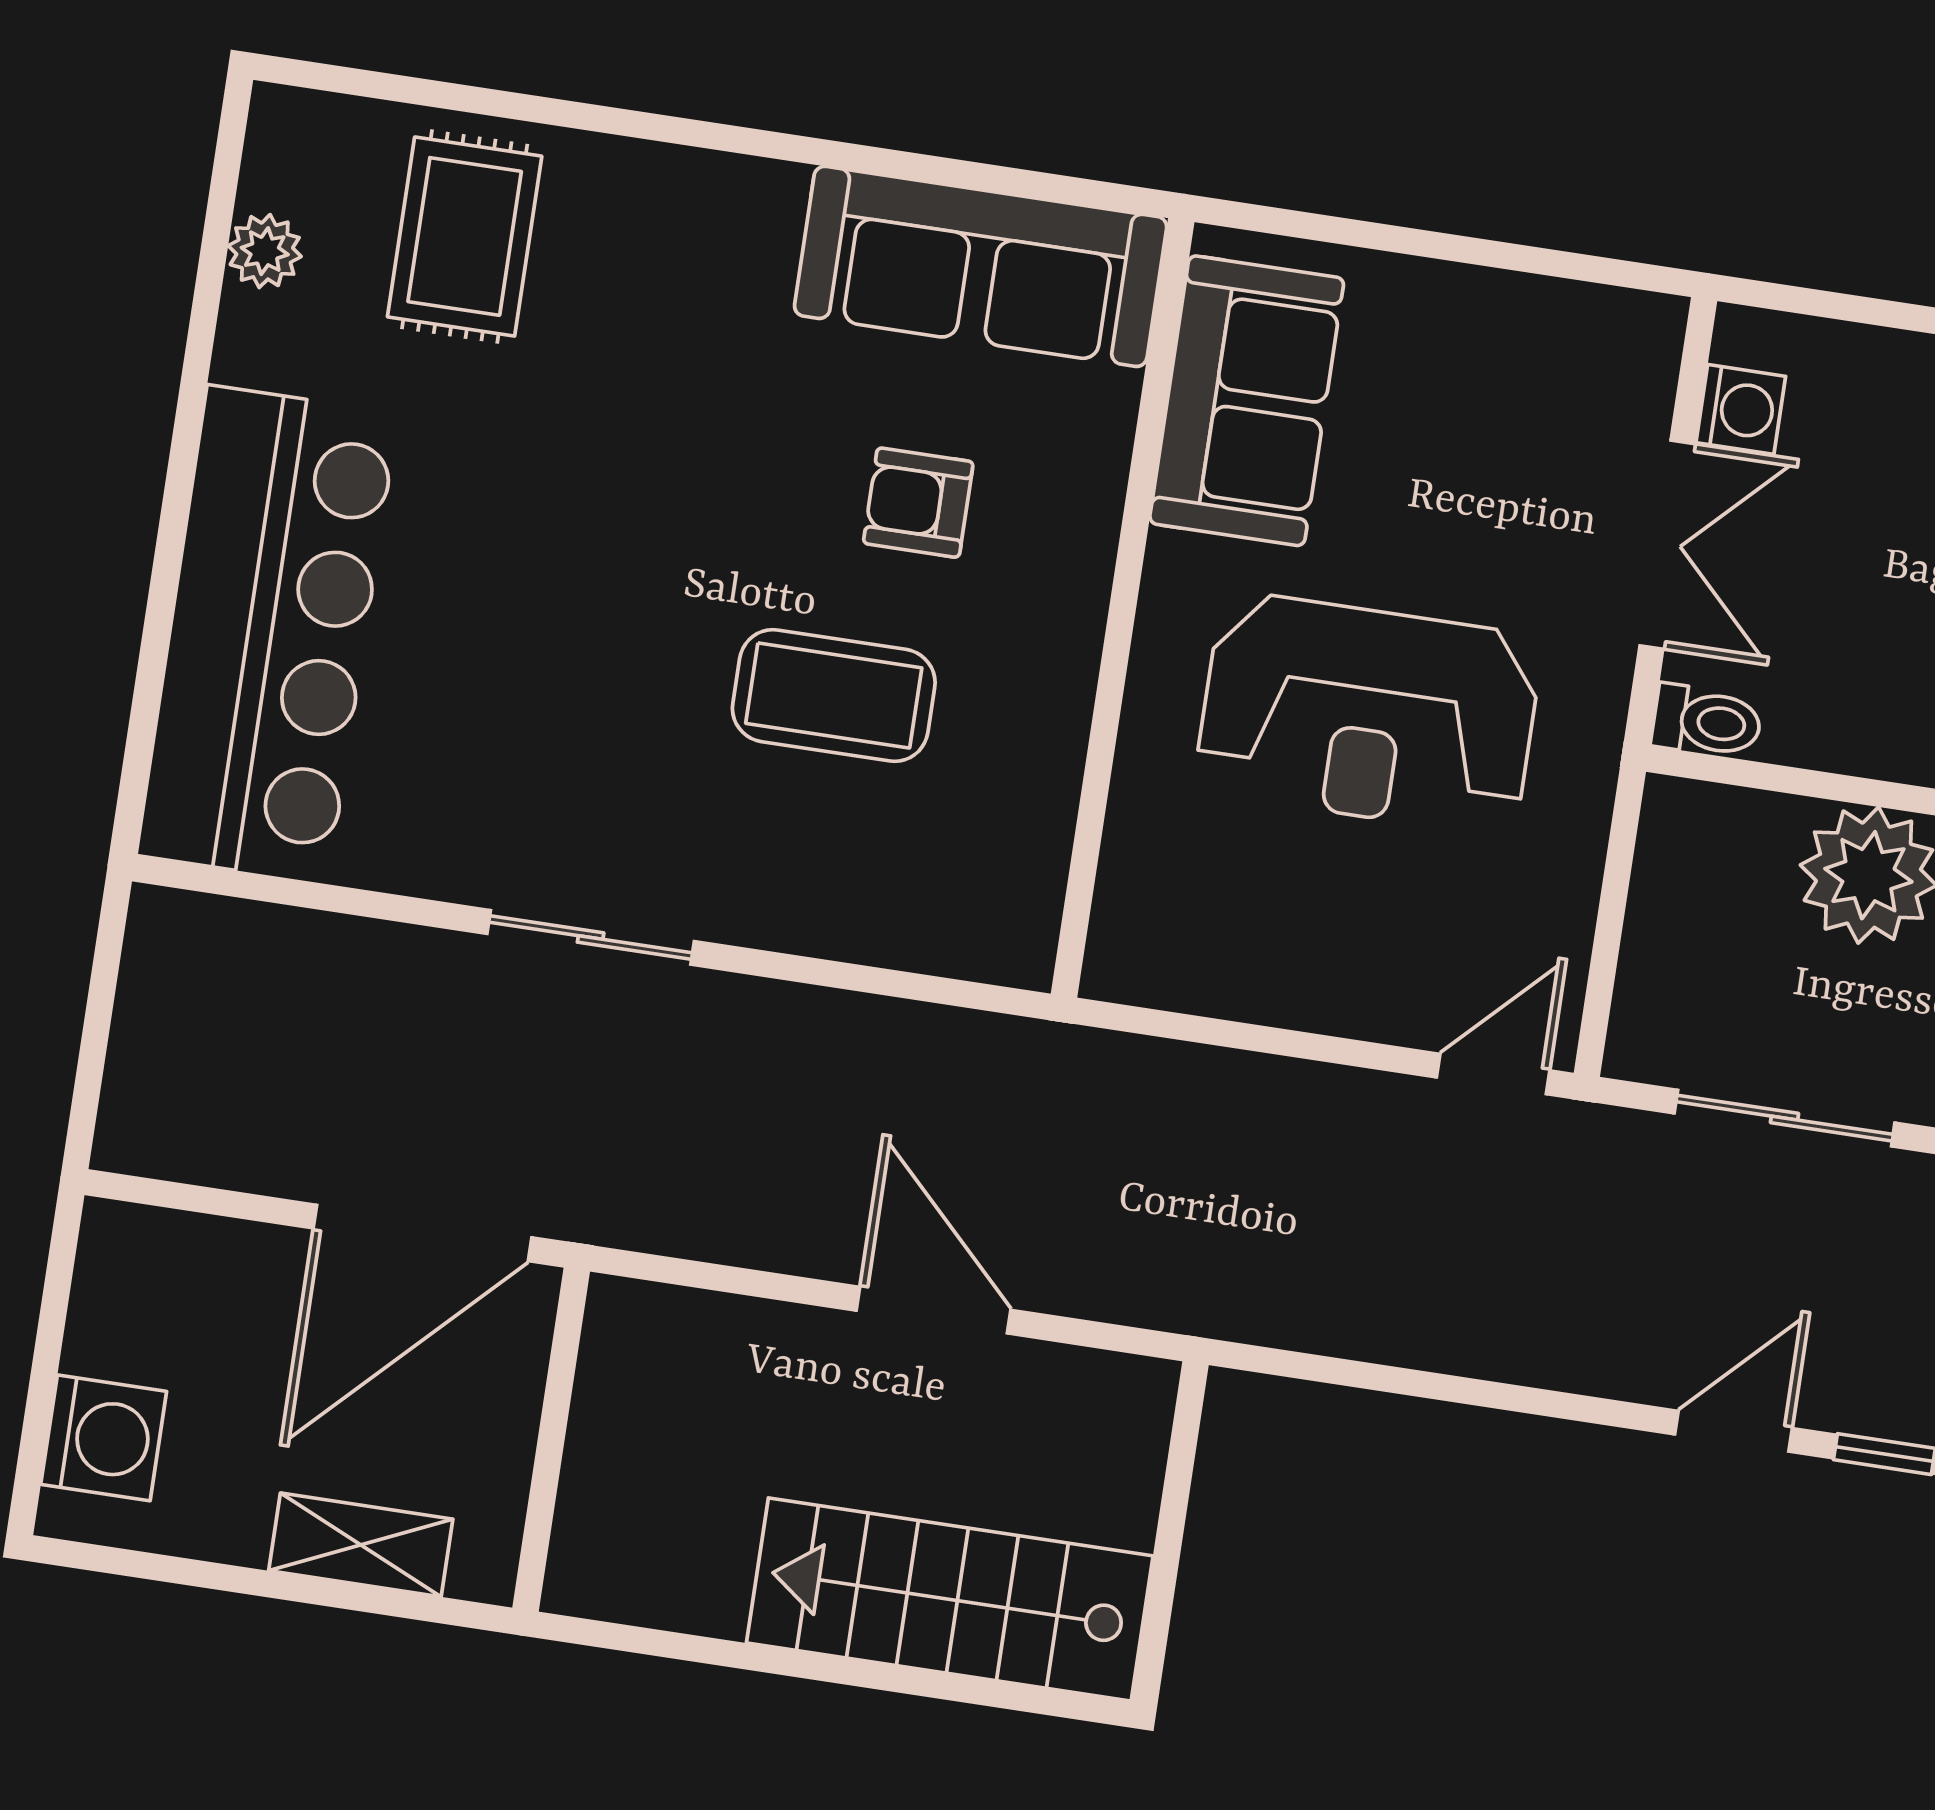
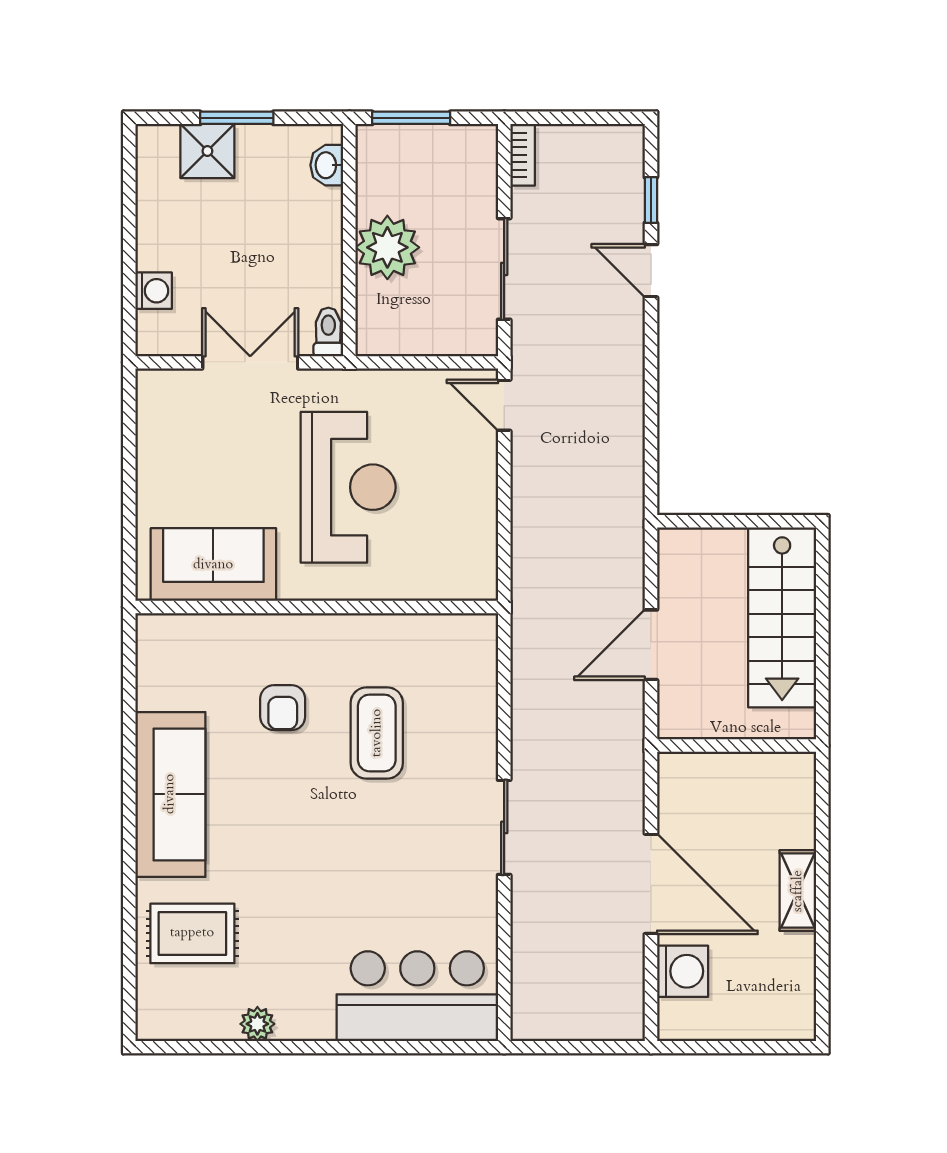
plant: (265, 251) -> (257, 1024), moved
sofa: (981, 266) -> (170, 794), moved
washing machine: (1741, 409) -> (154, 291), moved, turned 90
bar counter: (267, 634) -> (417, 996), width x0.73
washing machine: (104, 1438) -> (683, 971), moved, turned 90
wall: (551, 1440) -> (737, 746), moved

